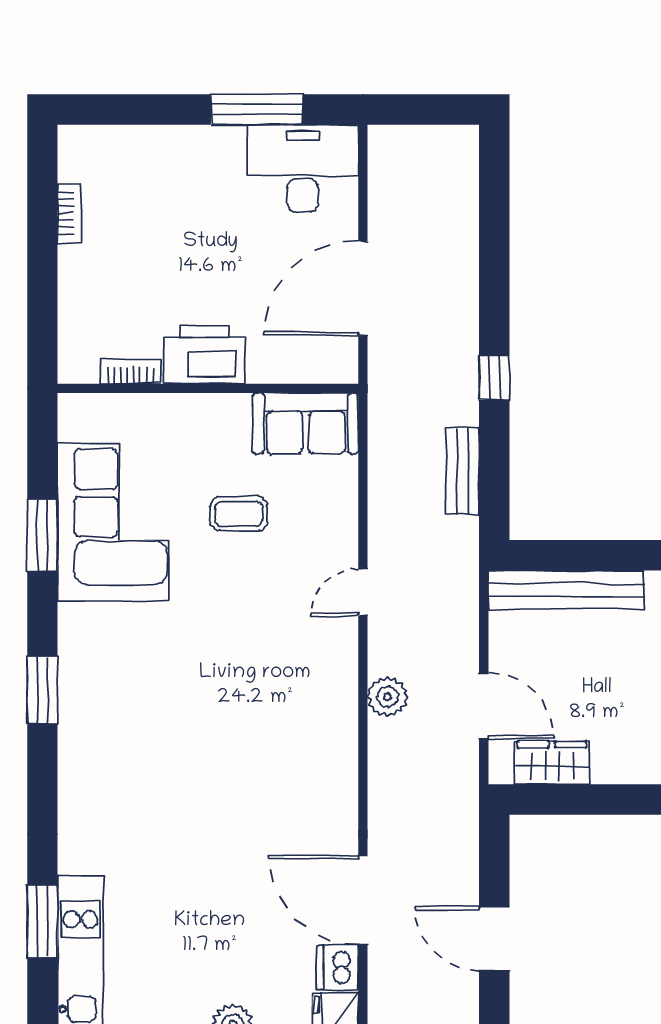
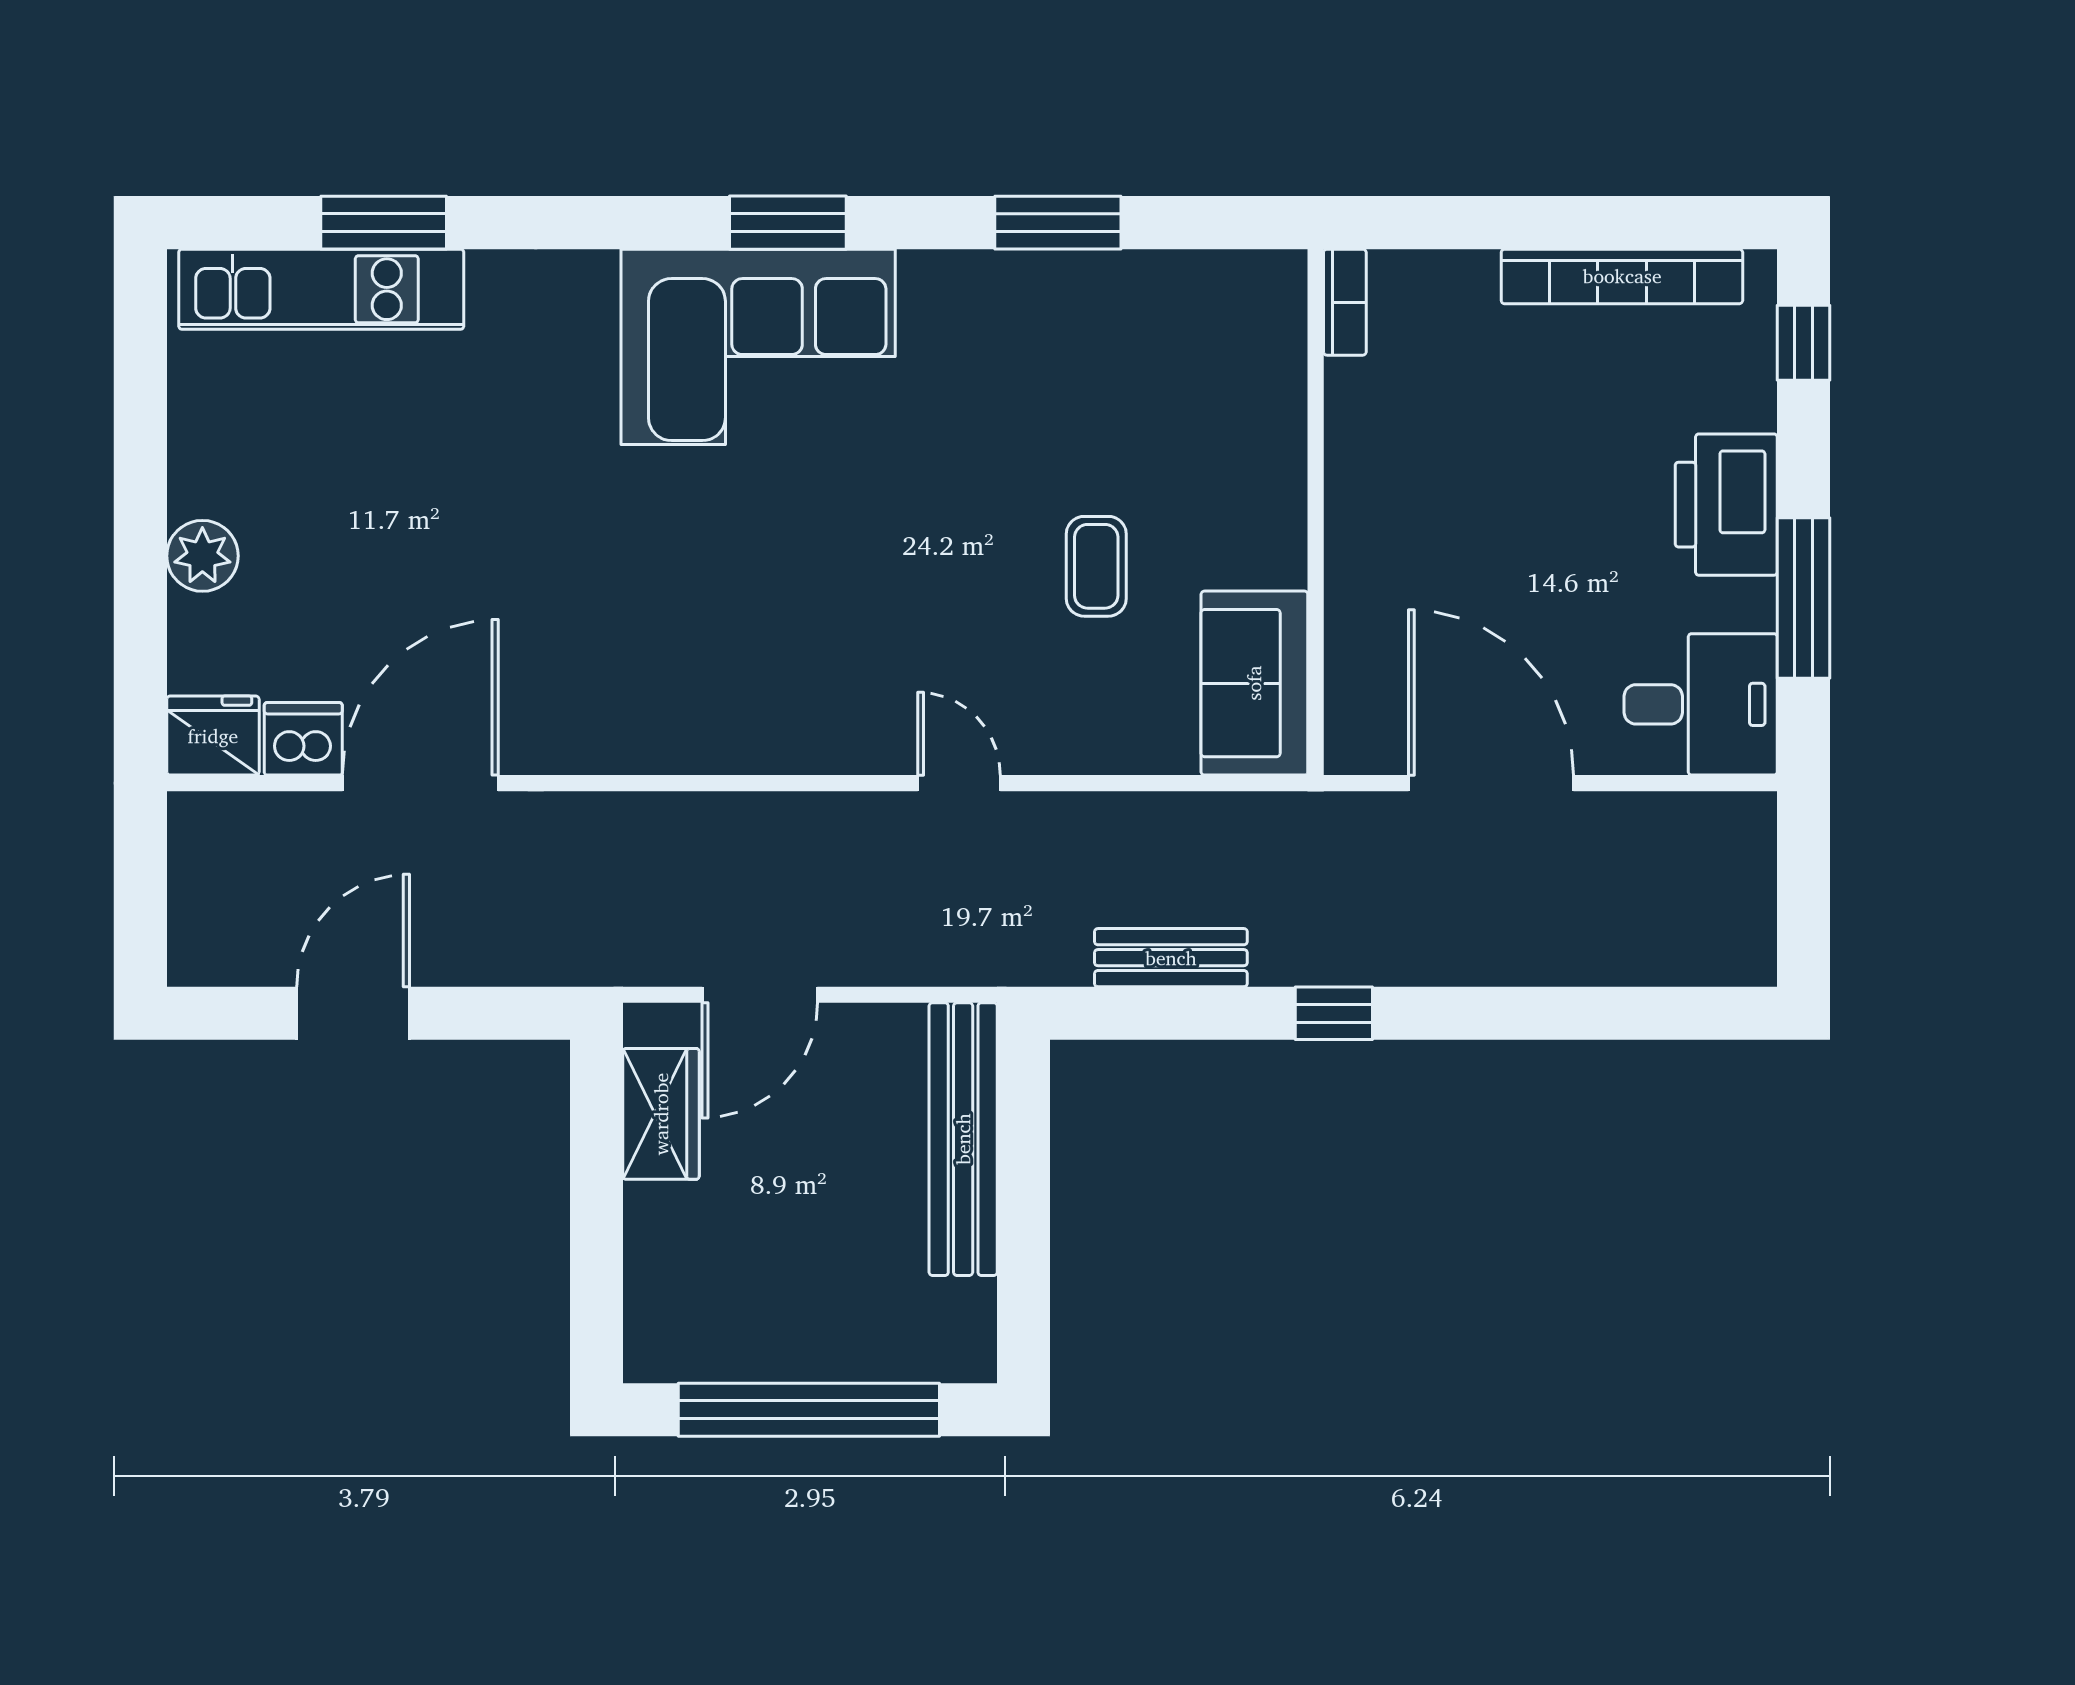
window: (111, 109) -> (1803, 343), added
desk: (303, 168) -> (1701, 704), width x0.73
bookcase: (69, 213) -> (1622, 276), width x2.31, depth x1.31
printer: (205, 355) -> (1726, 505), moved, turned 180
bookcase: (131, 372) -> (1345, 302), moved
corner sofa: (113, 522) -> (758, 347), moved
plant: (387, 697) -> (776, 826), removed

